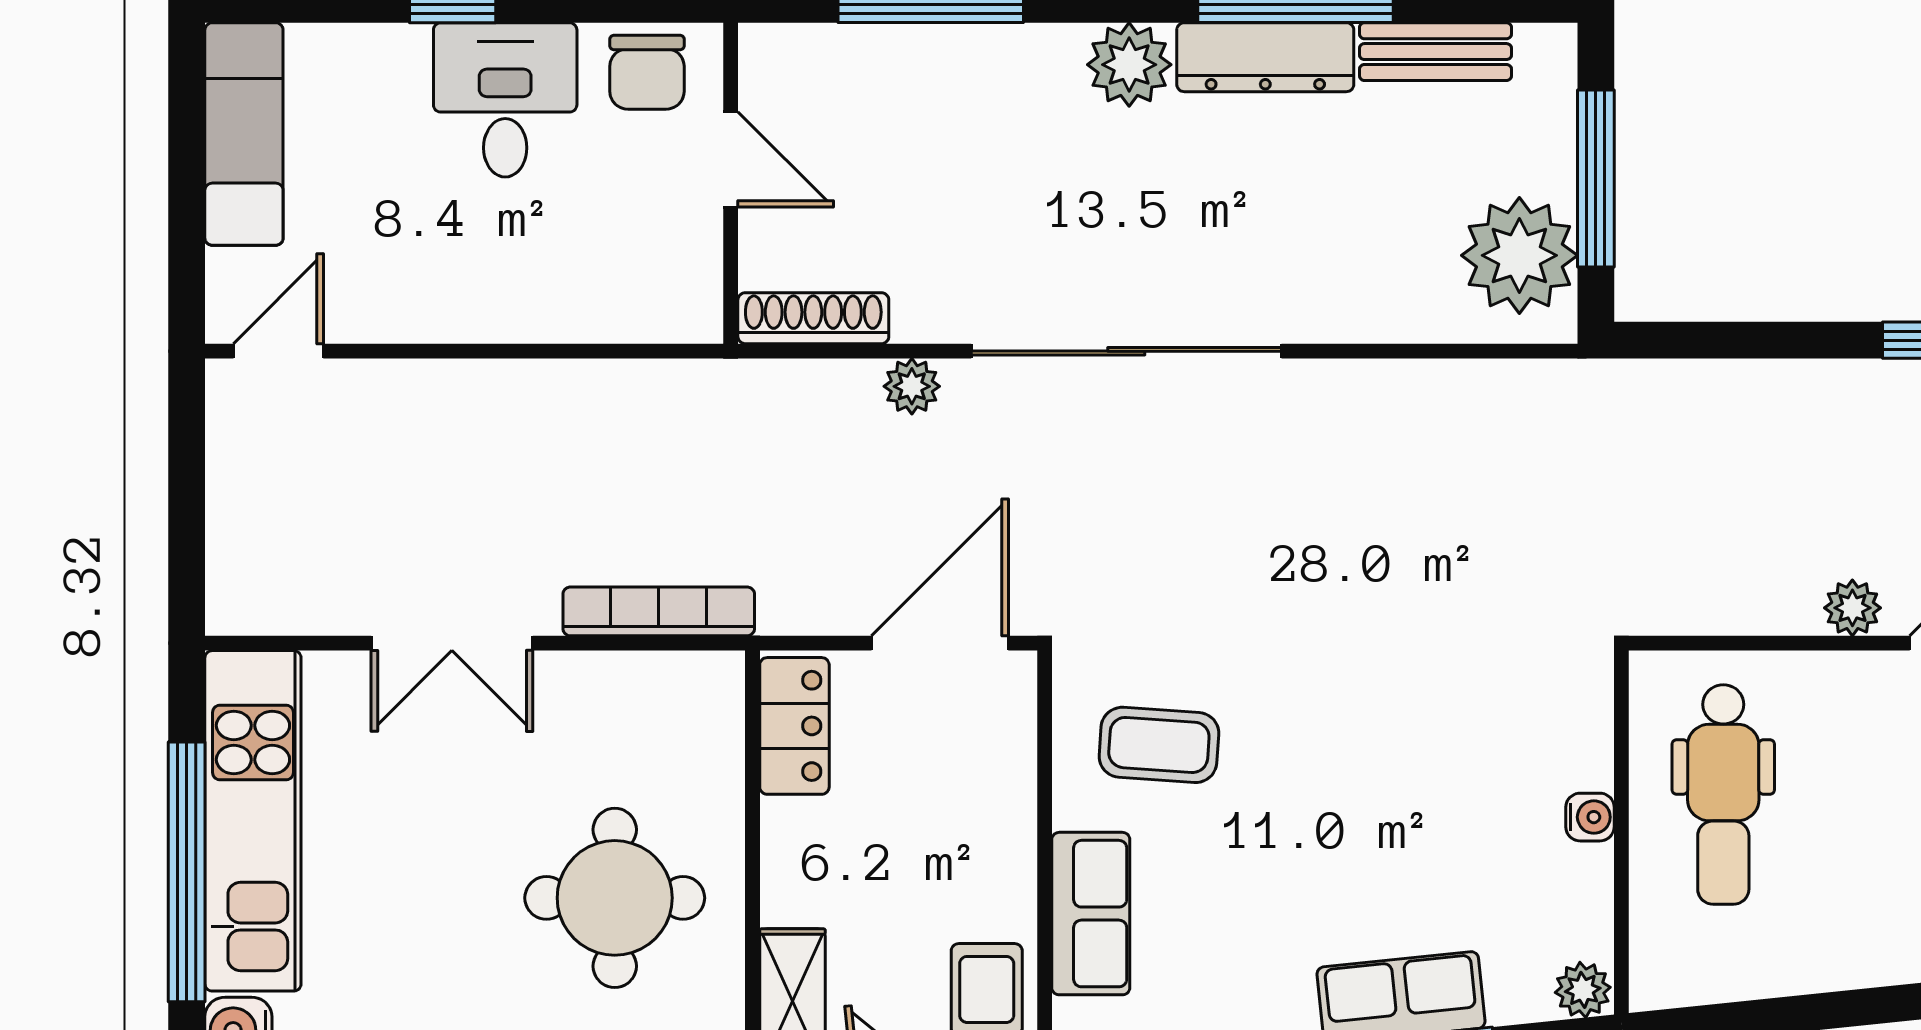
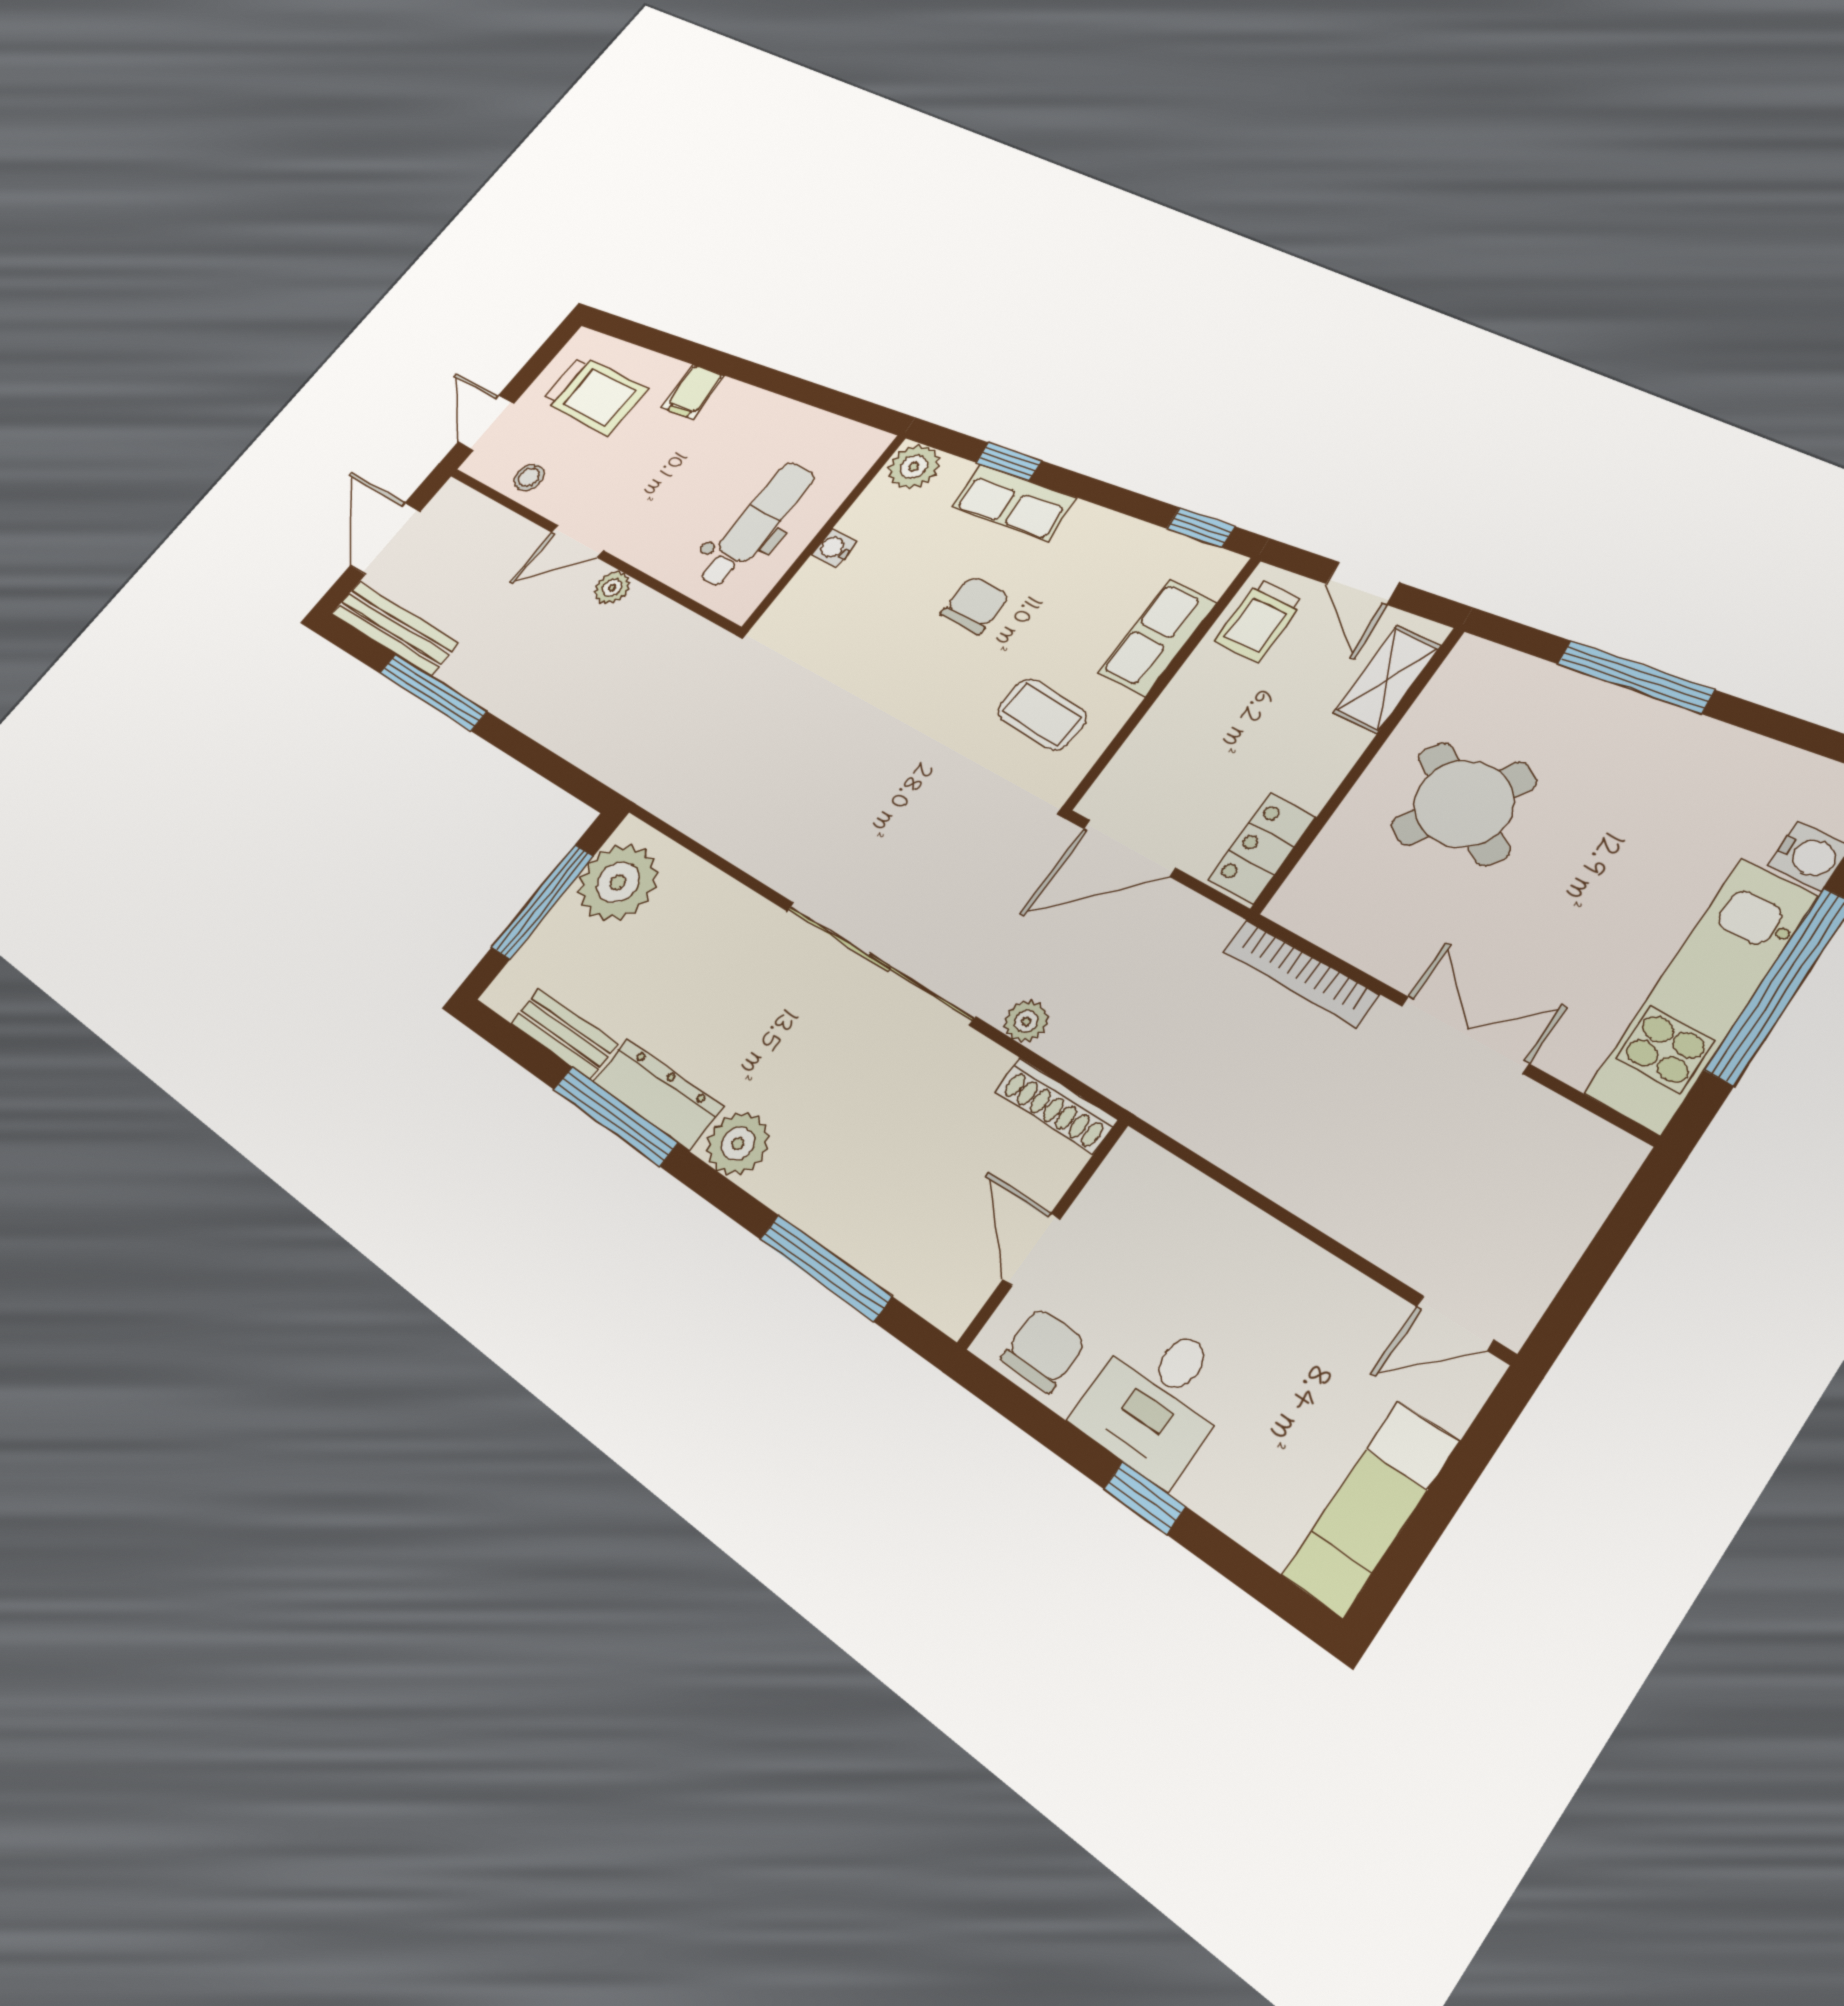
chair: (1346, 838) -> (975, 605), added
round table: (615, 898) -> (1464, 803), turned 32
plant: (1583, 990) -> (914, 467), width x1.38, depth x1.38

